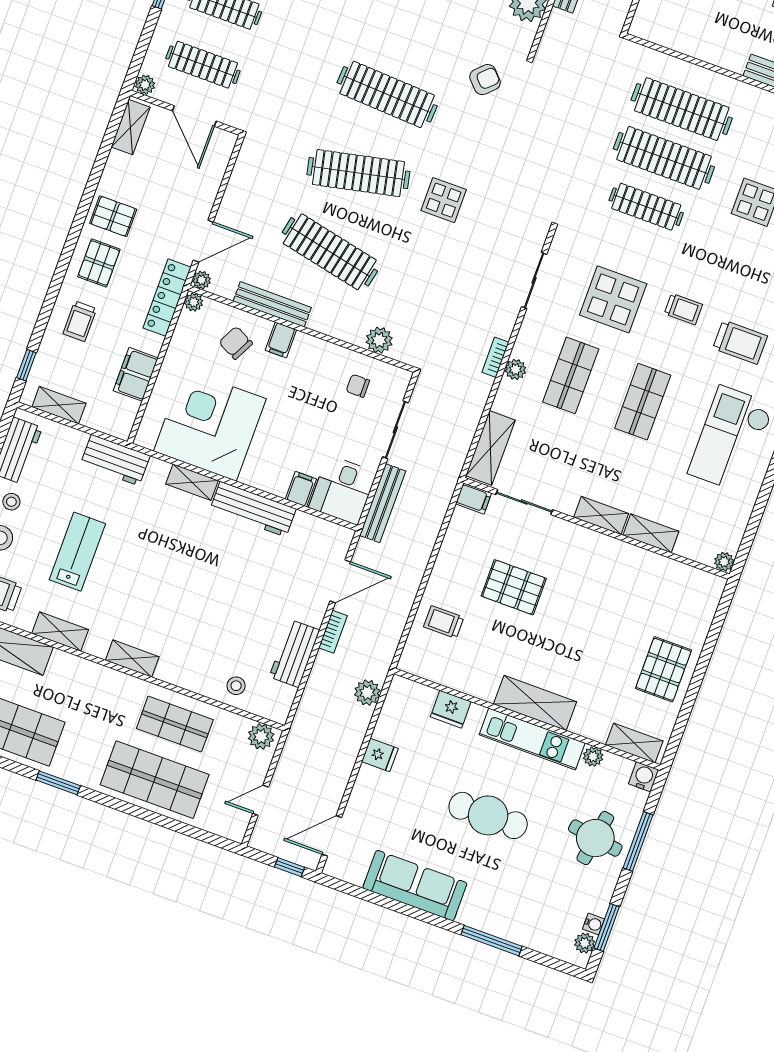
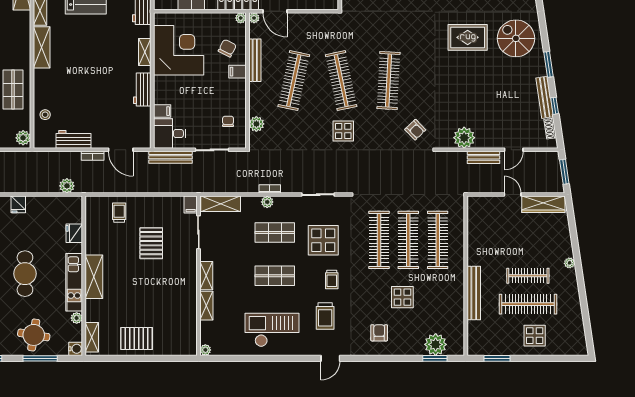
clothes rail: (646, 207) -> (379, 240), width x1.37, depth x1.31
workbench: (253, 509) -> (142, 90), width x0.73
shelving: (132, 658) -> (42, 47), width x1.50, depth x1.33
fridge: (380, 755) -> (18, 204), moved

